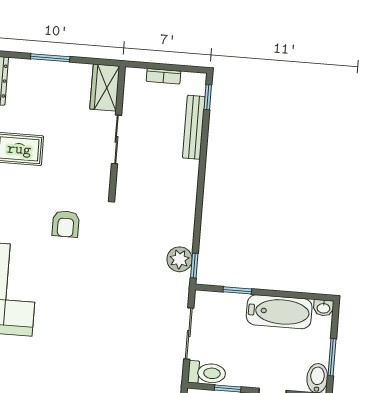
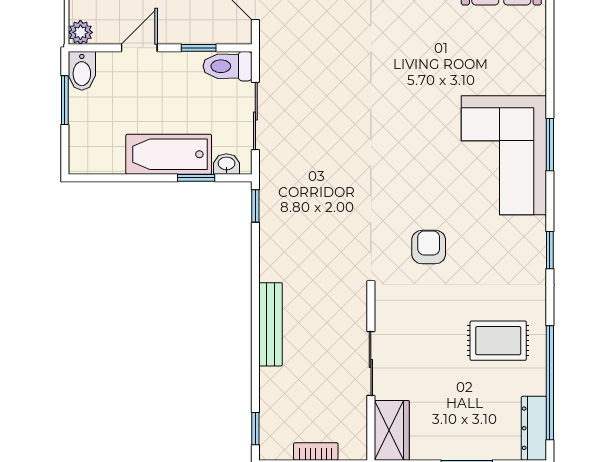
bench: (194, 127) -> (271, 324), moved
plant: (180, 259) -> (275, 213), removed
washbasin: (323, 308) -> (226, 164), moved
bathtub: (279, 312) -> (169, 154), moved

